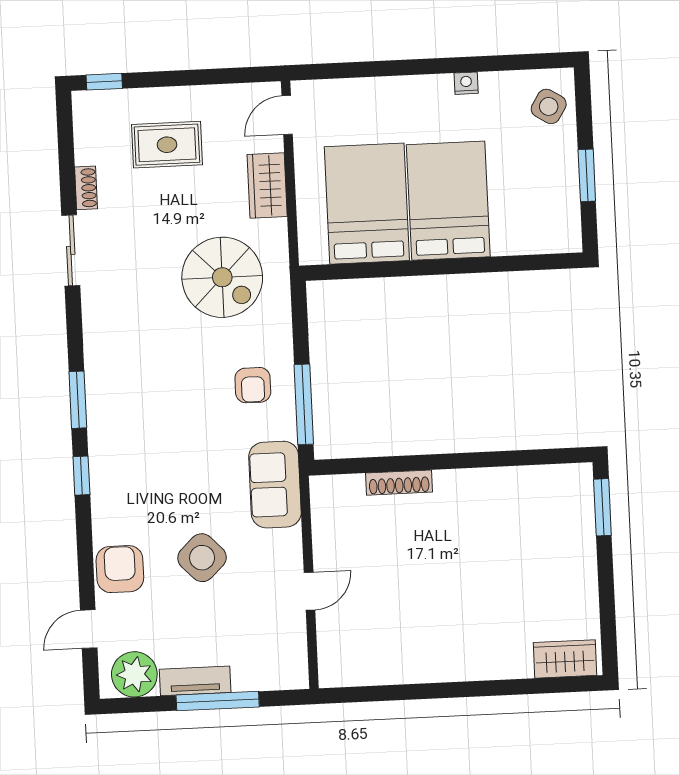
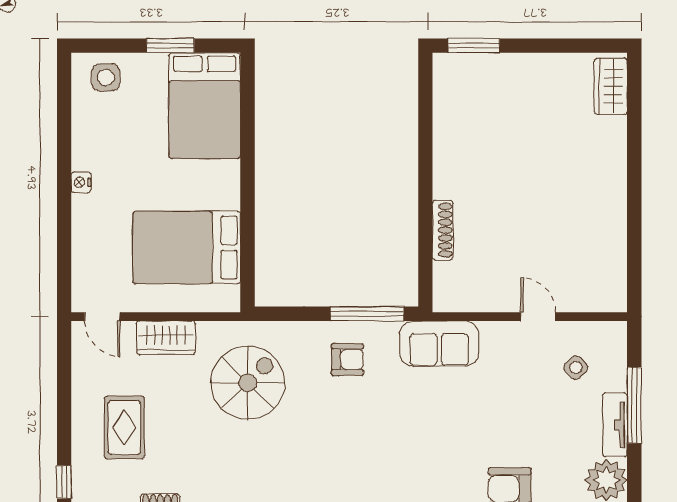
nightstand: (466, 83) -> (81, 182), moved
side table: (549, 106) -> (106, 77), turned -32
bed: (448, 201) -> (205, 106), moved, turned -90
side table: (202, 558) -> (576, 368), moved, width x0.54, depth x0.54

